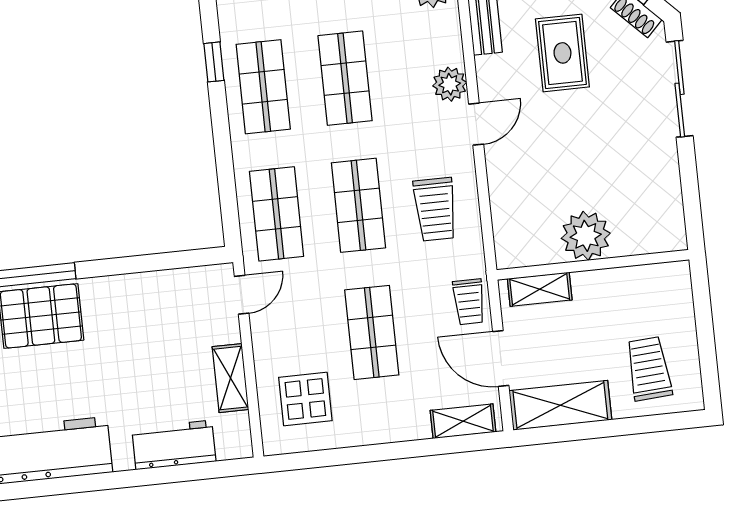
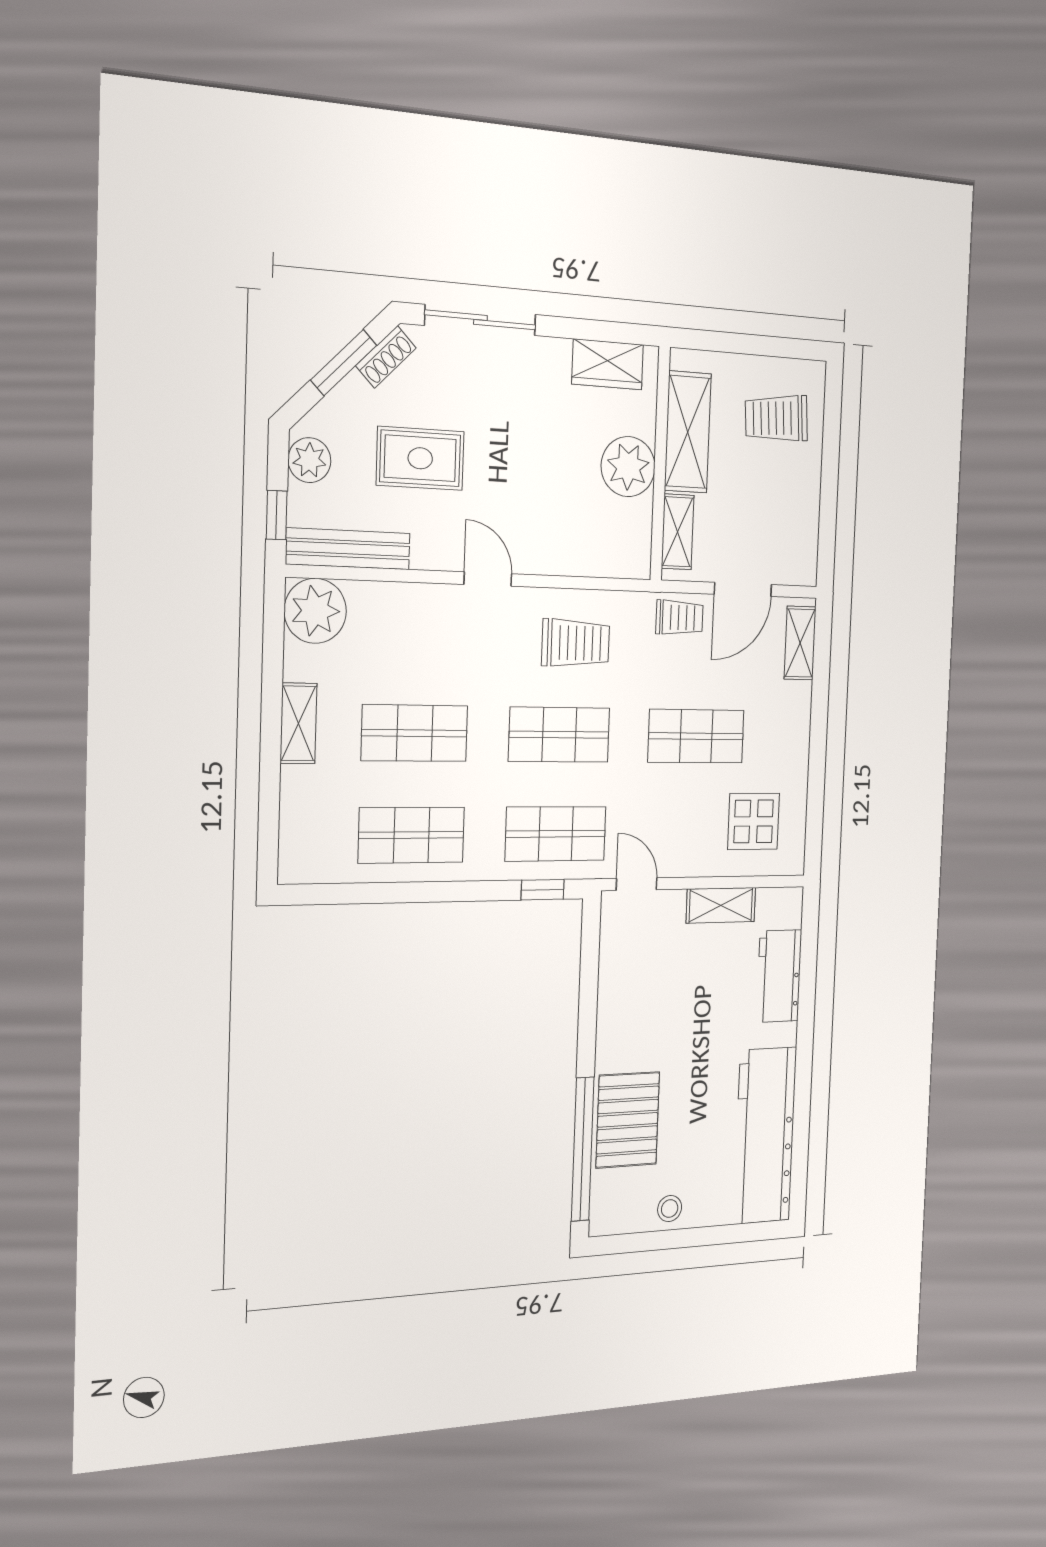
window: (214, 62) -> (543, 890), moved
plant: (450, 84) -> (438, 605), removed
wardrobe: (665, 205) -> (608, 364), added
shelving: (560, 405) -> (688, 432), moved

